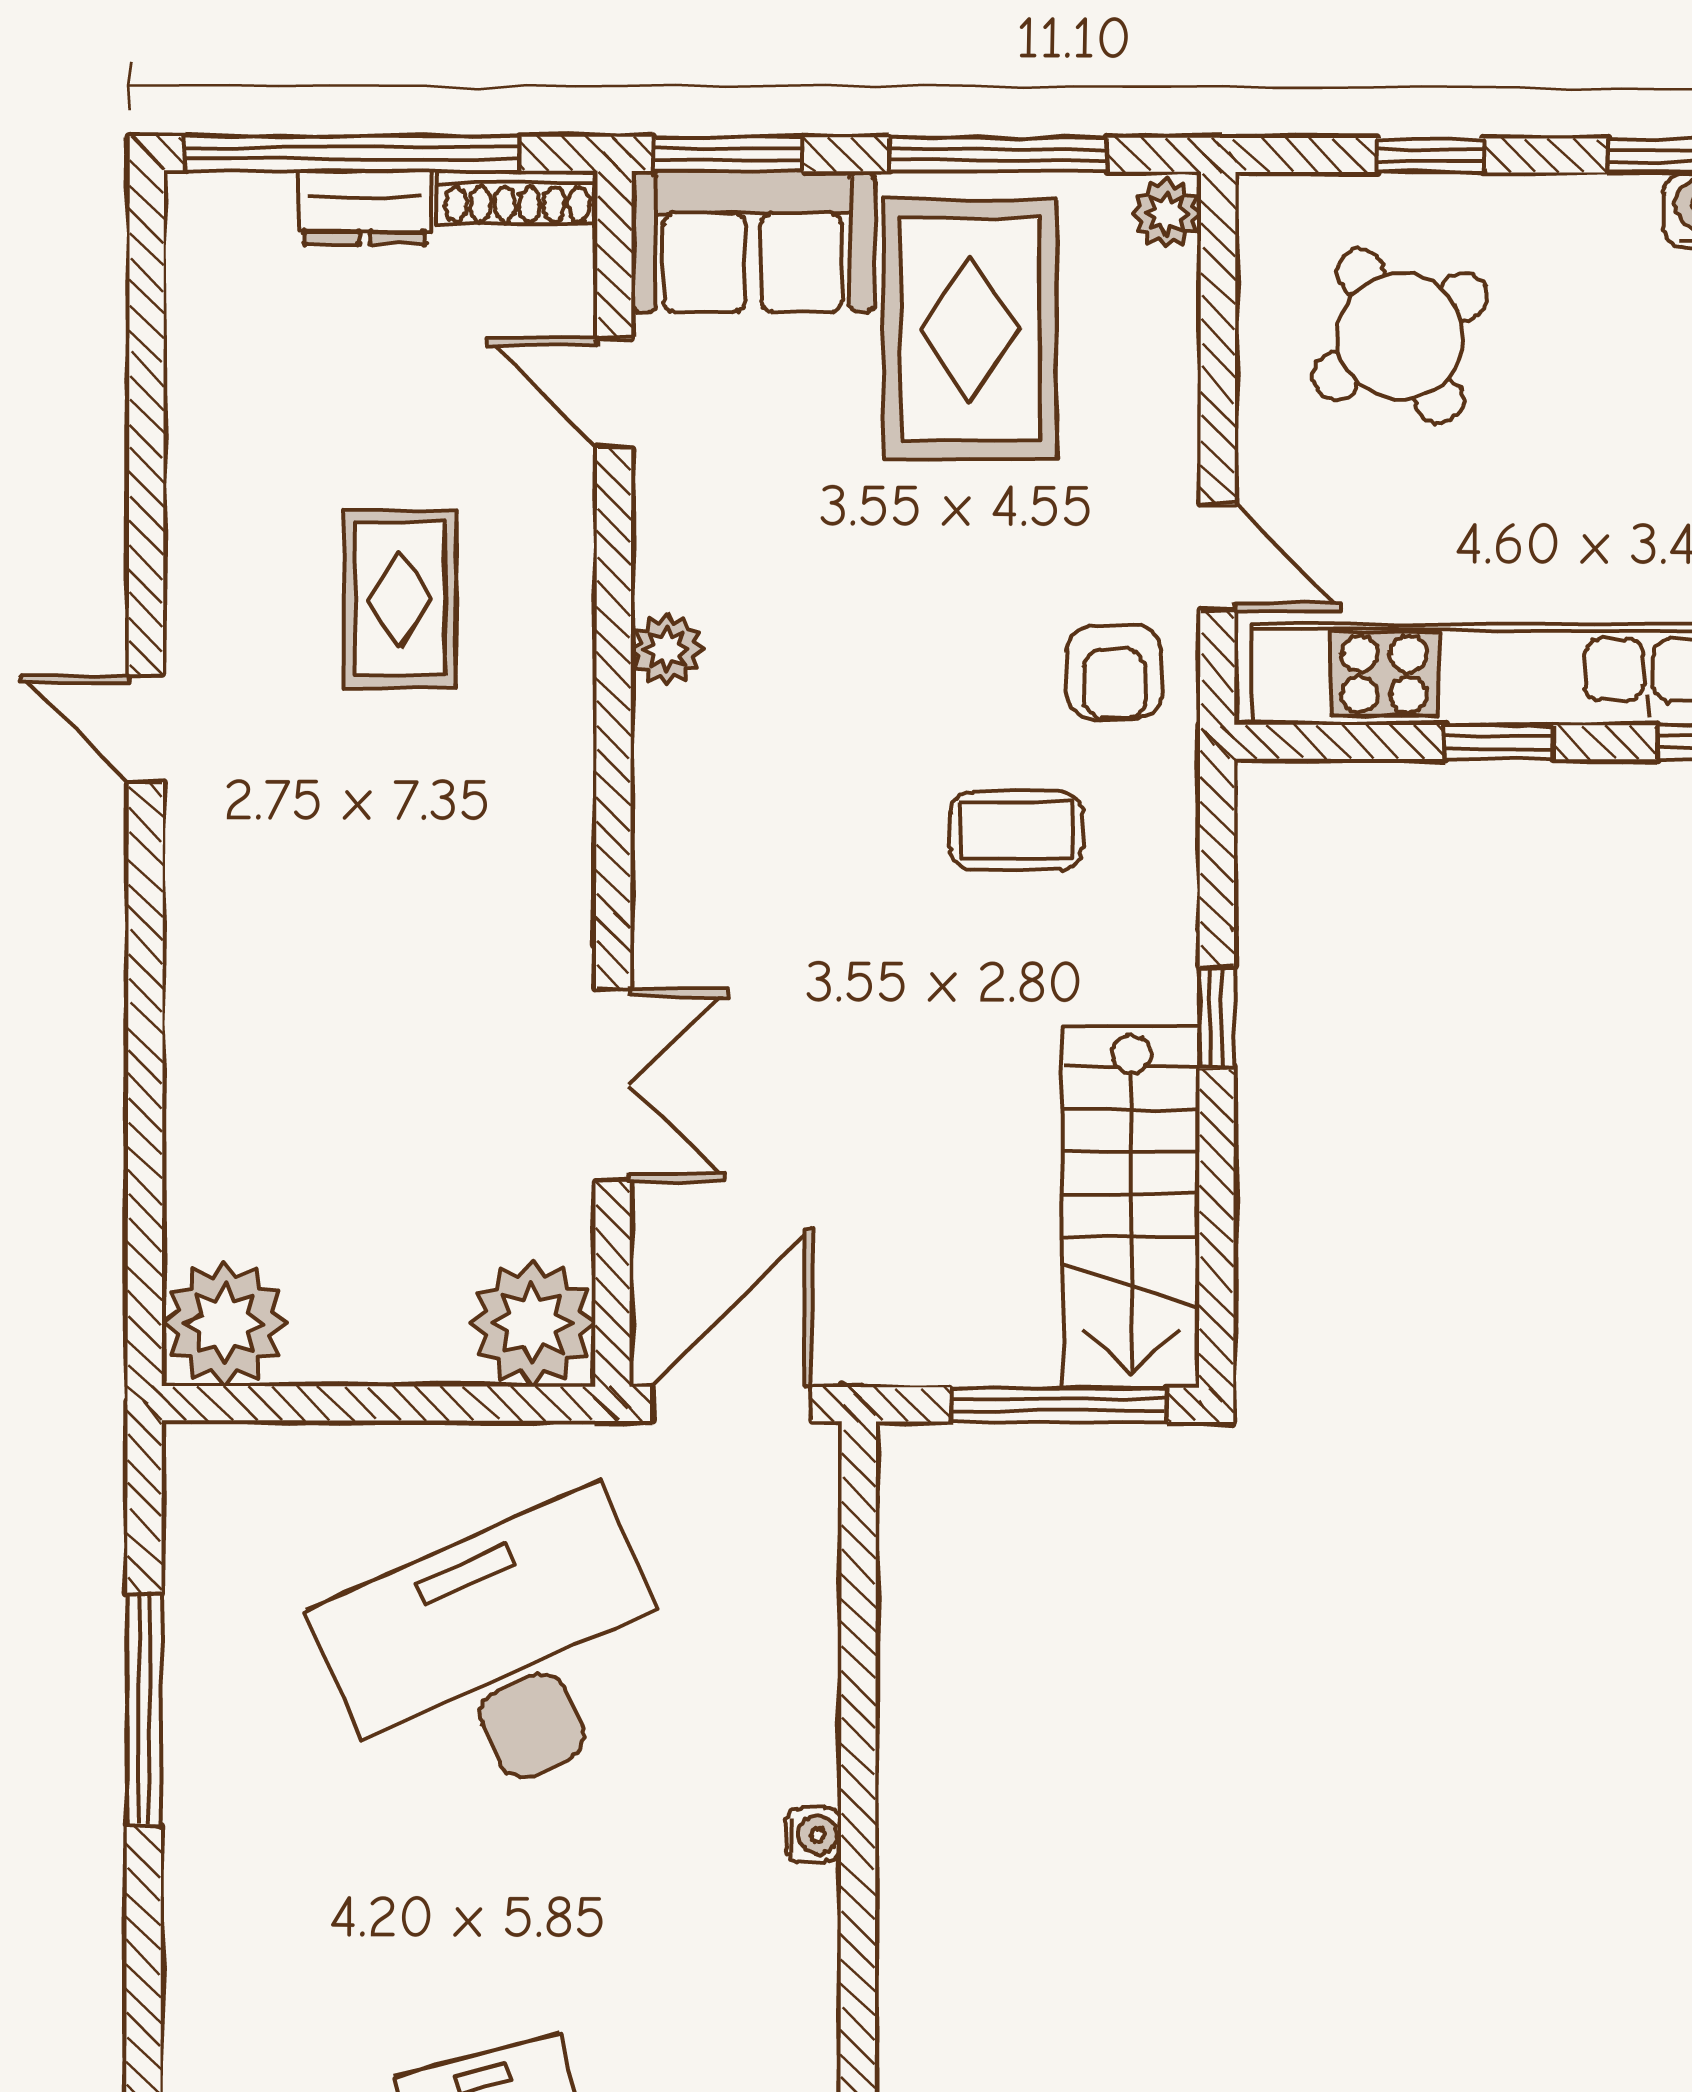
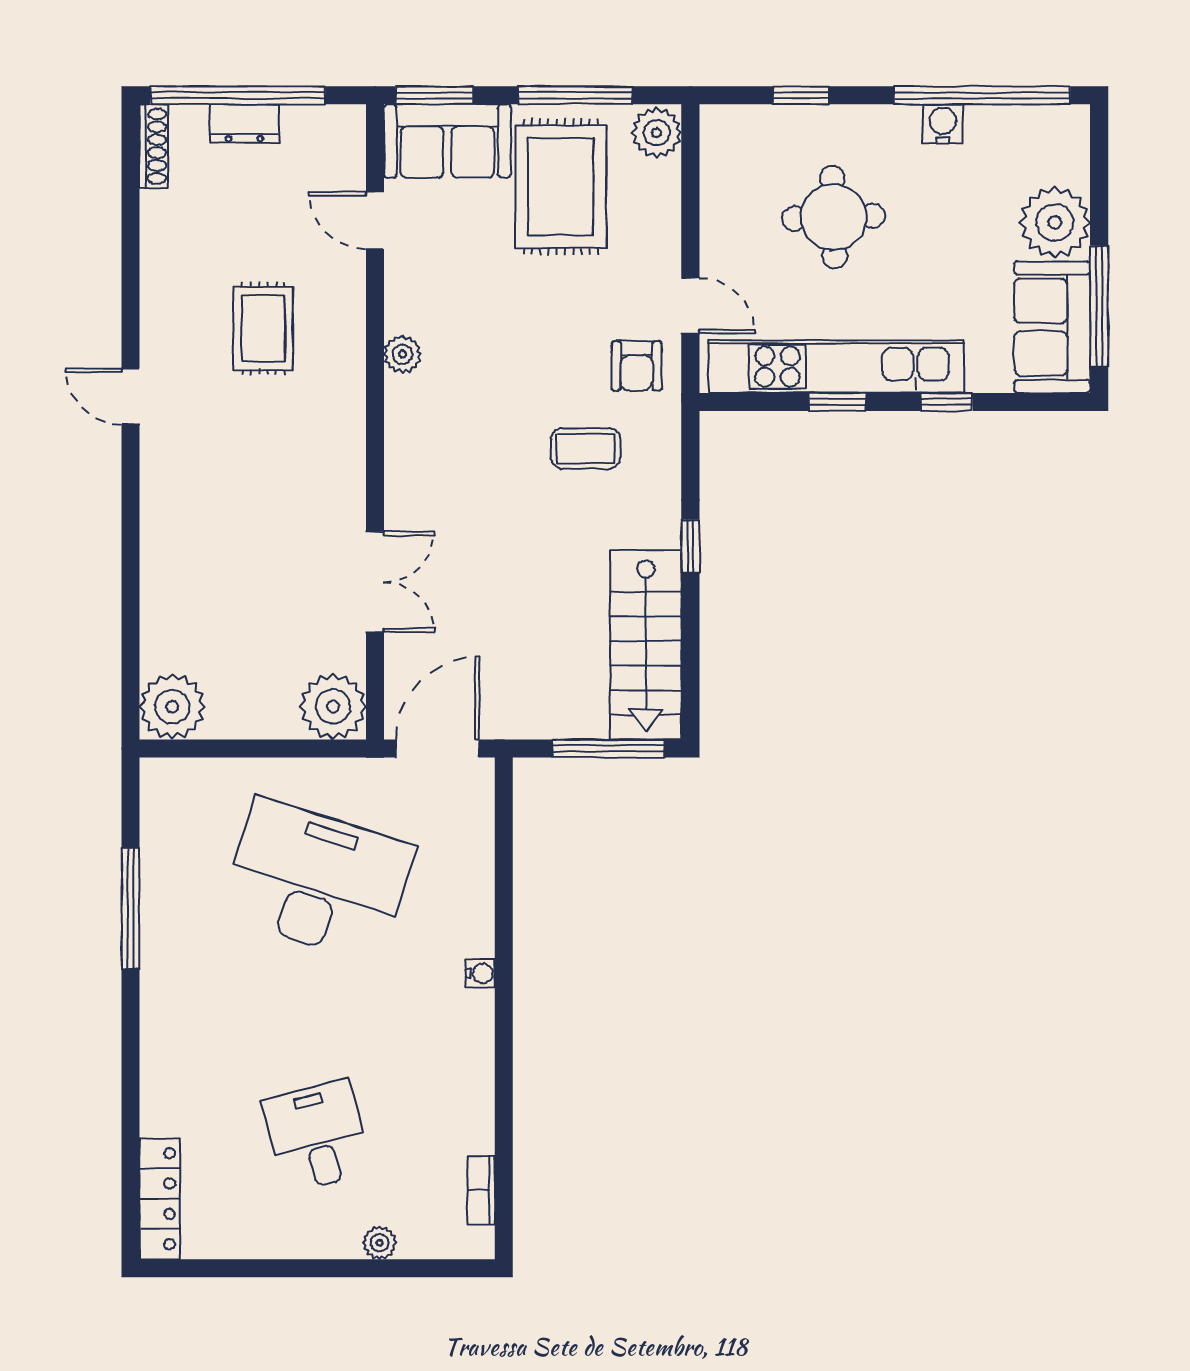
shoe rack: (517, 198) -> (154, 146), moved, turned -90
plant: (1167, 213) -> (657, 133), width x1.38, depth x1.38
round table: (1400, 336) -> (833, 217), moved, turned 30
desk: (501, 1657) -> (317, 881), turned 42

